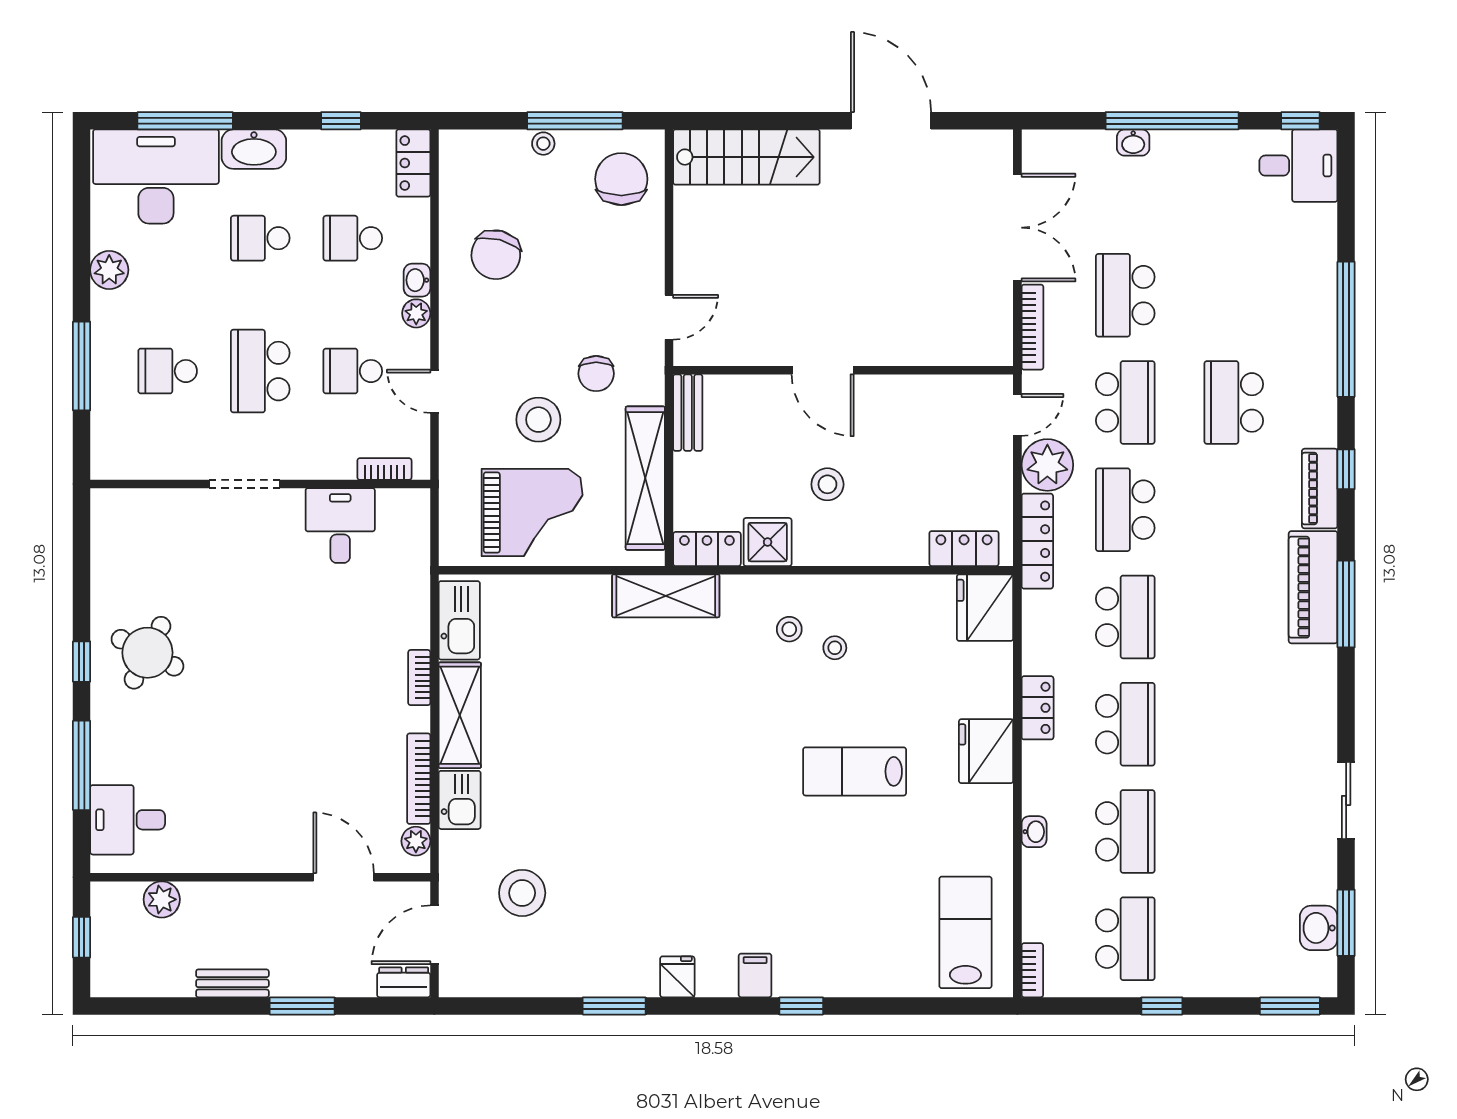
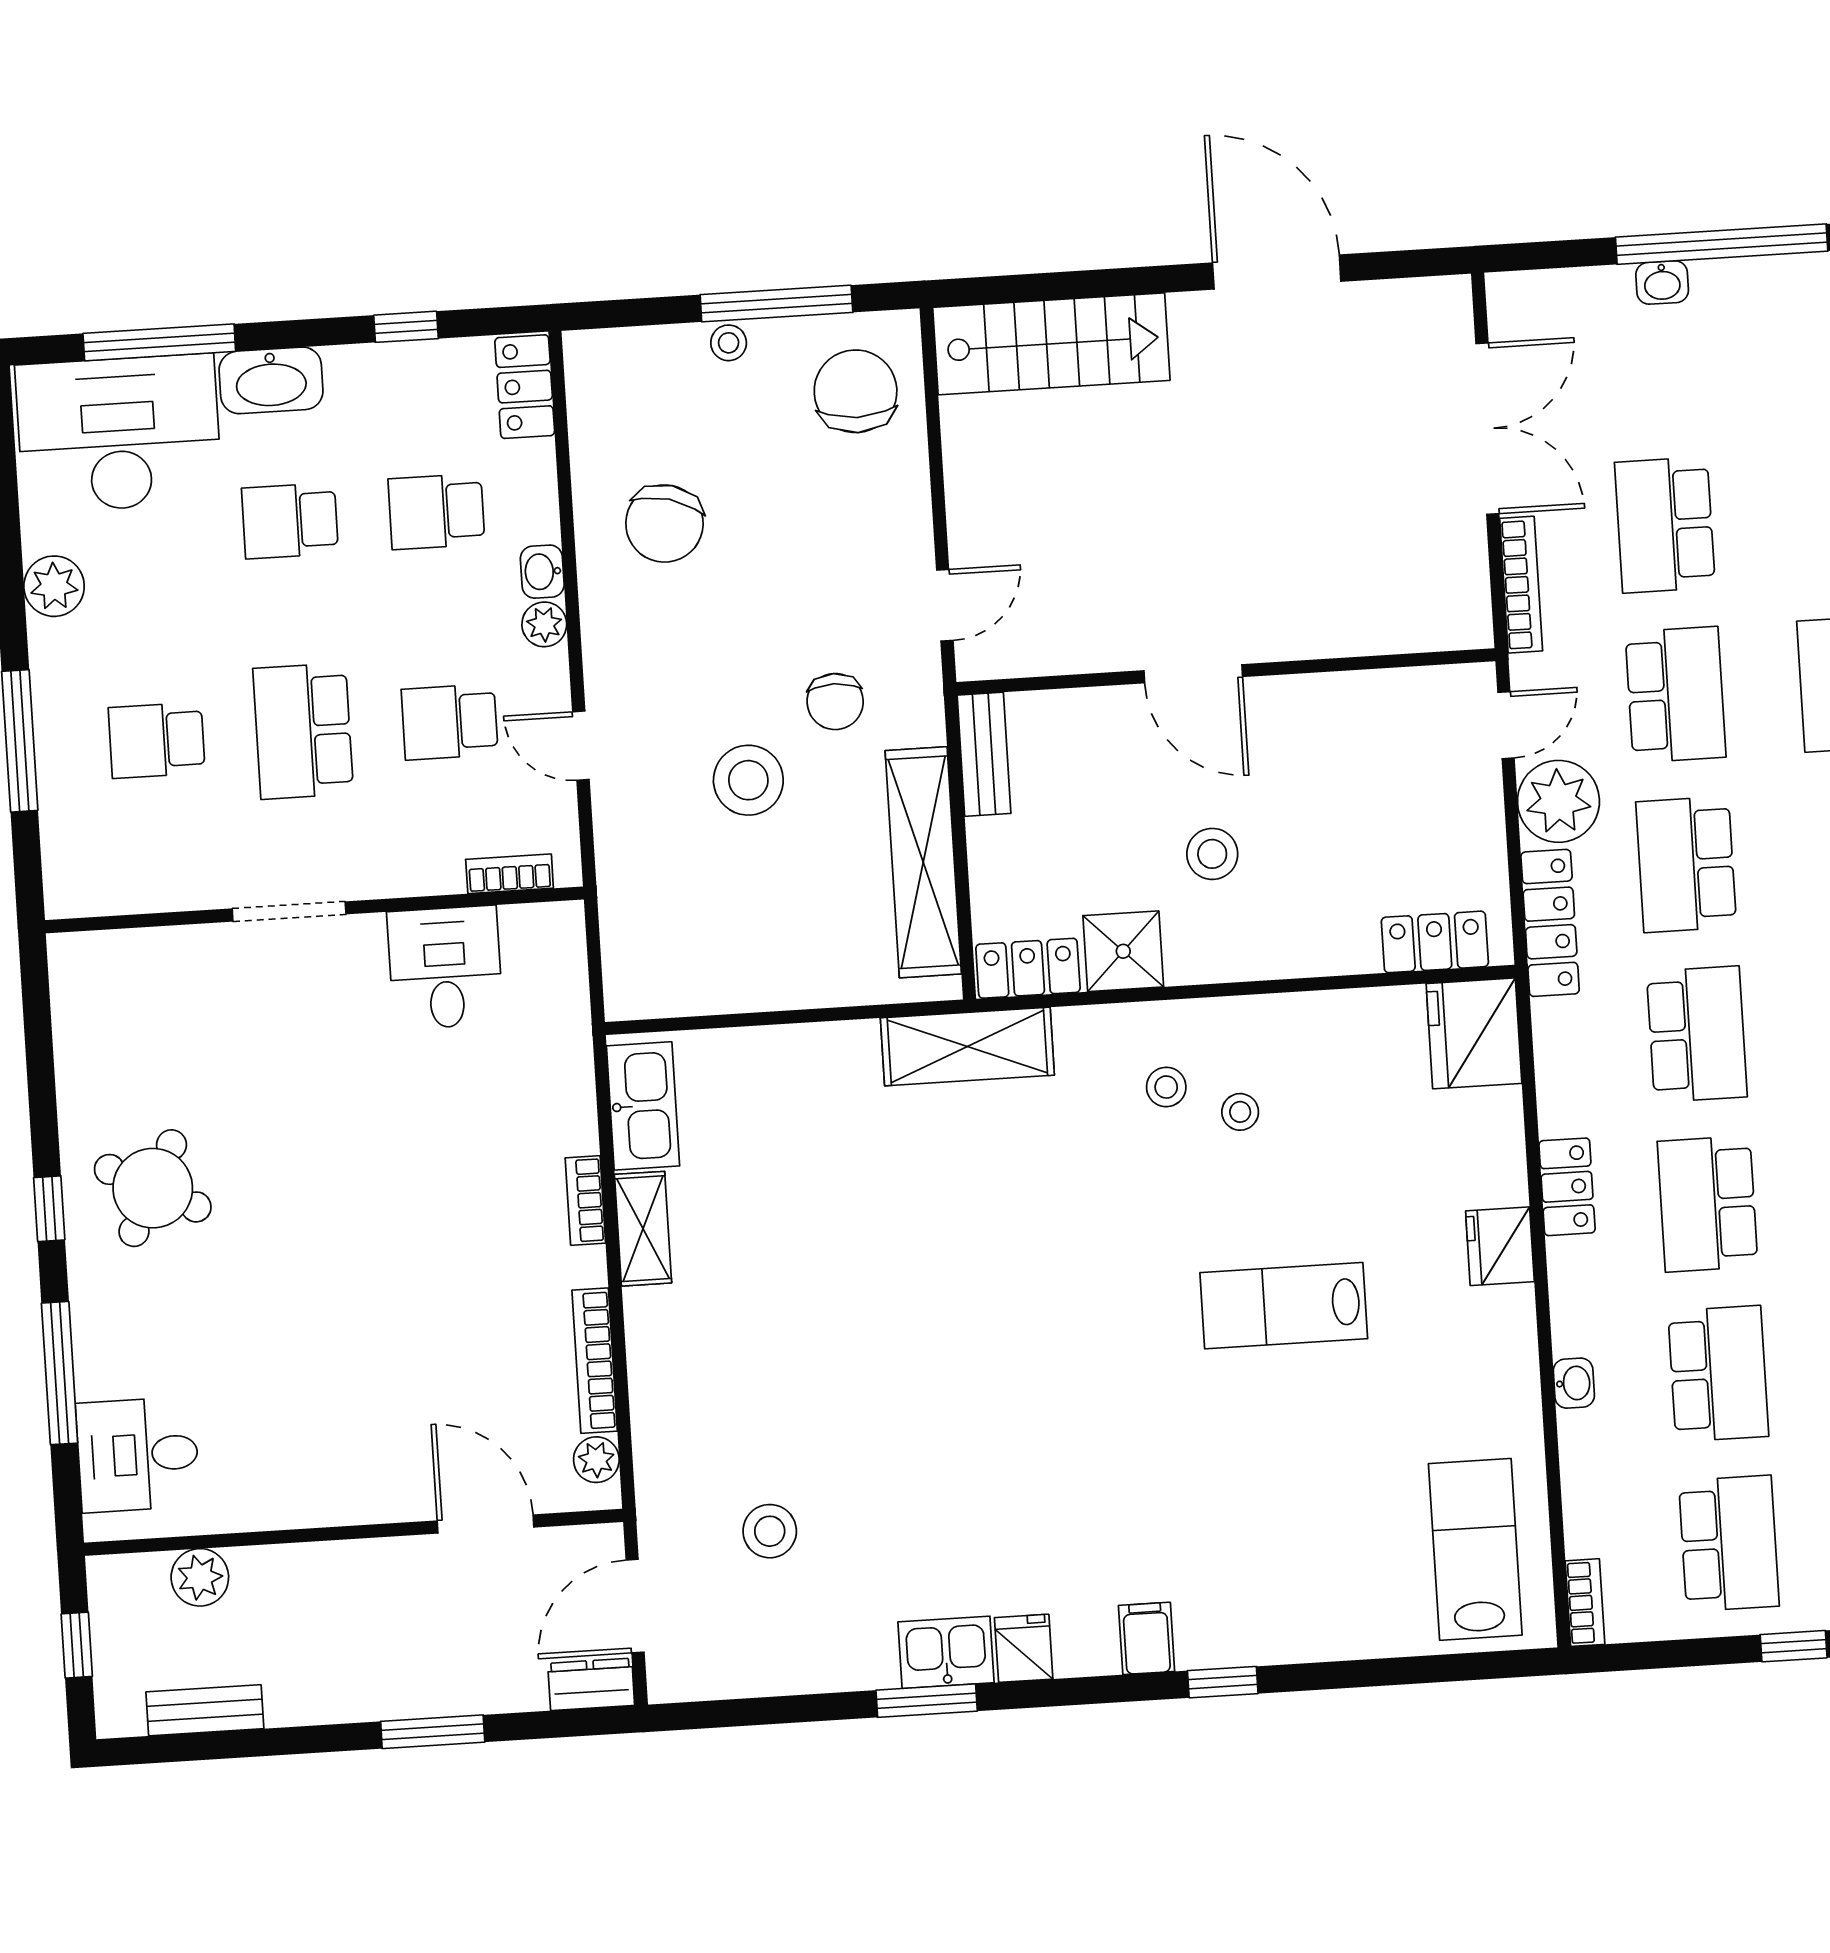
grand piano: (532, 513) -> (748, 928), removed
shelving: (460, 715) -> (643, 1229), width x0.67, depth x0.75
school desk: (1125, 724) -> (1708, 1204), turned 180
fridge: (986, 751) -> (1500, 1246), width x0.73, depth x0.75
kitchen sink: (460, 800) -> (946, 1652), moved, turned -90
stool: (522, 893) -> (770, 1531), width x0.73, depth x0.73
bench: (232, 983) -> (205, 1710), moved

